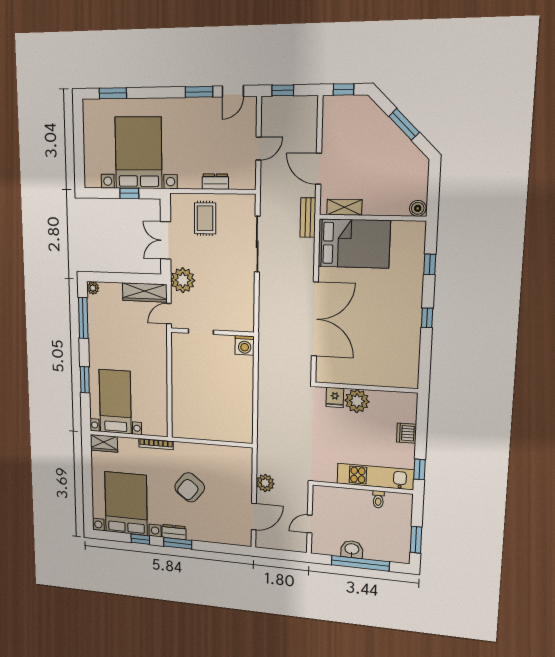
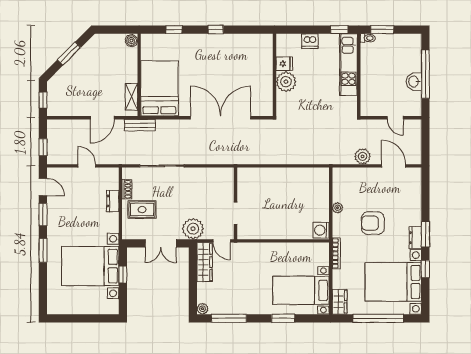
window: (113, 93) -> (43, 250), moved
shoe rack: (229, 200) -> (127, 189), added
washing machine: (245, 345) -> (321, 230), moved, turned 180
fridge: (335, 397) -> (284, 64), moved
plant: (207, 450) -> (338, 208), added
window: (87, 484) -> (378, 318), added
armchair: (190, 487) -> (373, 223), turned 142
toilet: (378, 499) -> (368, 38), moved
window: (416, 540) -> (382, 30), moved

